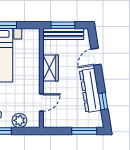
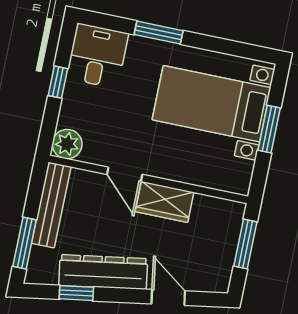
bench: (63, 34) -> (51, 205), moved
door: (41, 102) -> (125, 174), moved
plant: (19, 120) -> (67, 144), moved

